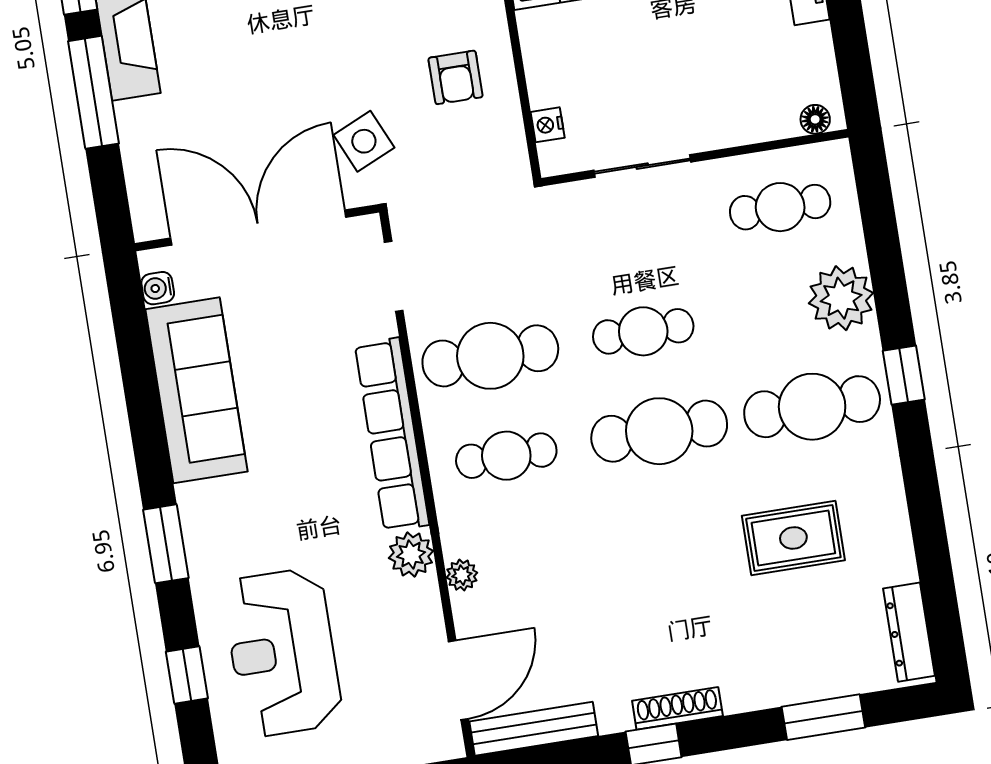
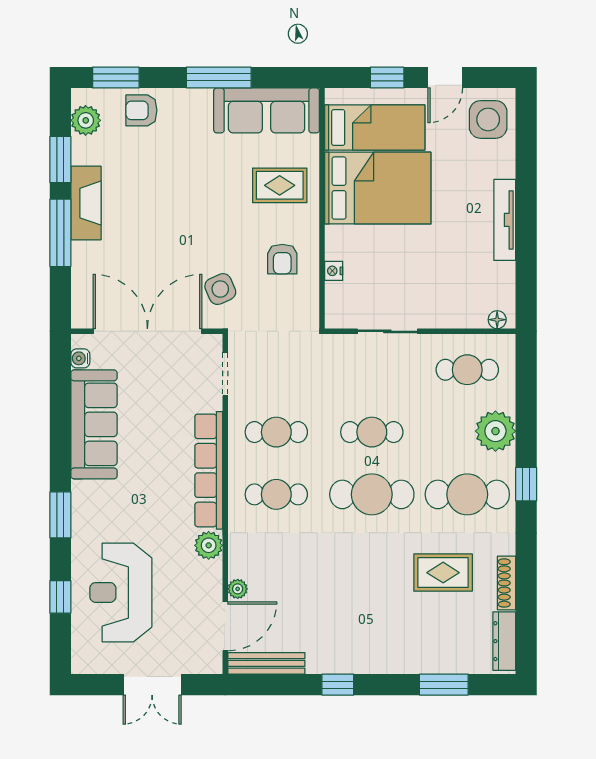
nightstand: (548, 125) -> (334, 271), moved
cafe table: (490, 356) -> (276, 432), width x0.73, depth x0.74
plant: (462, 575) -> (238, 589), moved
shoe rack: (677, 708) -> (507, 583), moved, turned -90

